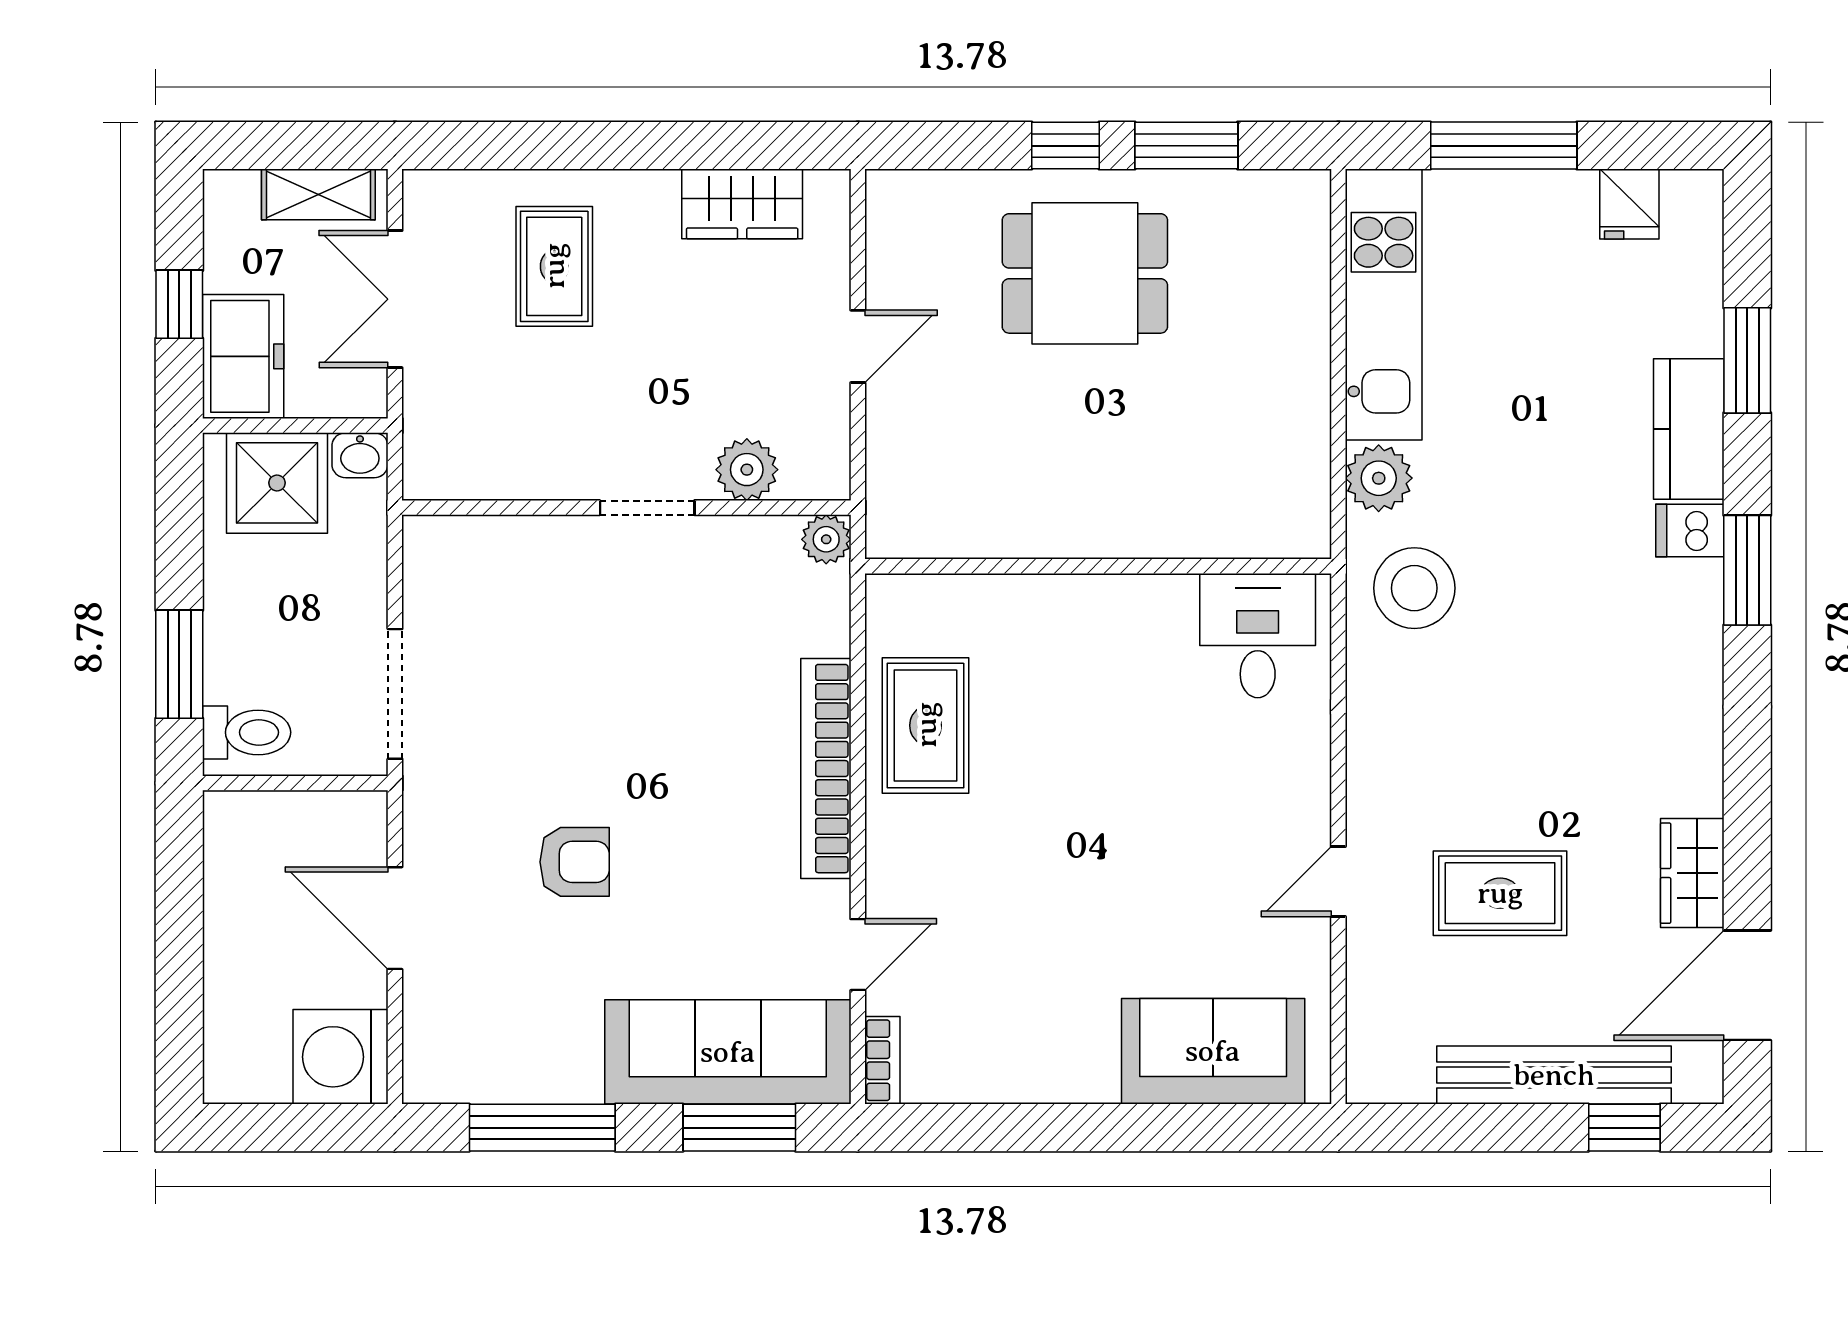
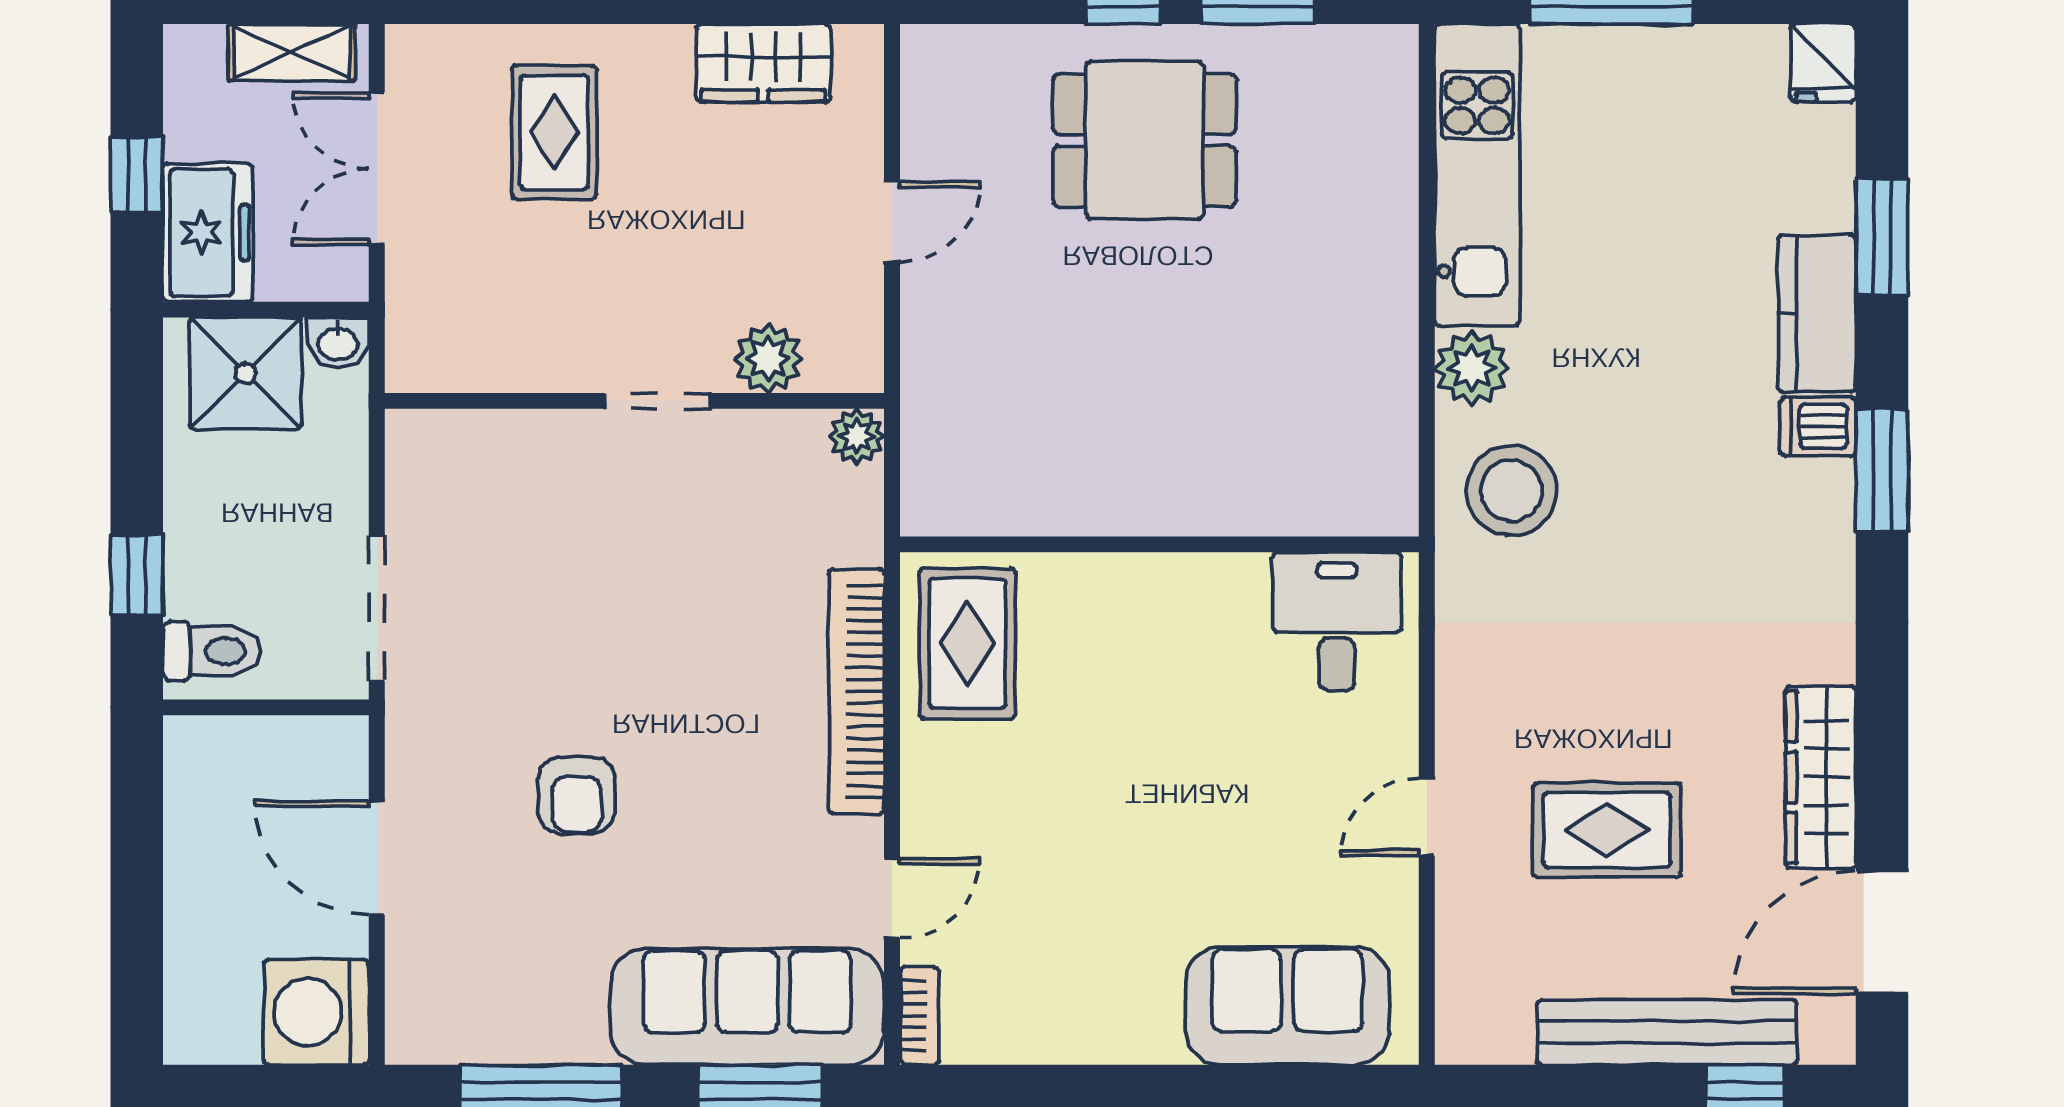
fridge: (1629, 204) -> (1823, 63), moved
wall: (1098, 566) -> (1159, 544), moved
desk: (1258, 636) -> (1337, 622), moved
window: (179, 664) -> (137, 575), width x0.67
armchair: (575, 862) -> (577, 795), turned 90
wardrobe: (1692, 873) -> (1821, 777), width x1.50

